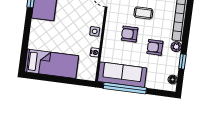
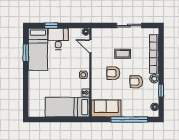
bed: (51, 64) -> (67, 107), moved, turned 180
sofa: (122, 75) -> (106, 108), width x0.73
window: (125, 88) -> (129, 120), moved

